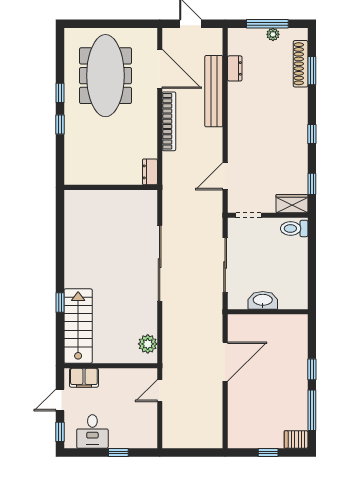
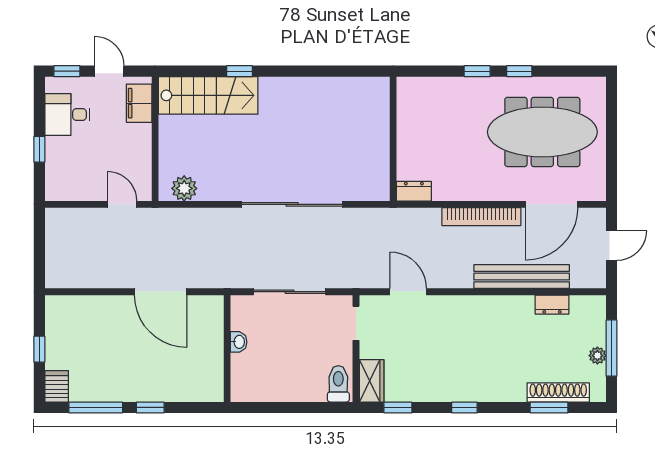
washbasin: (263, 300) -> (239, 342), width x0.52, depth x0.69

